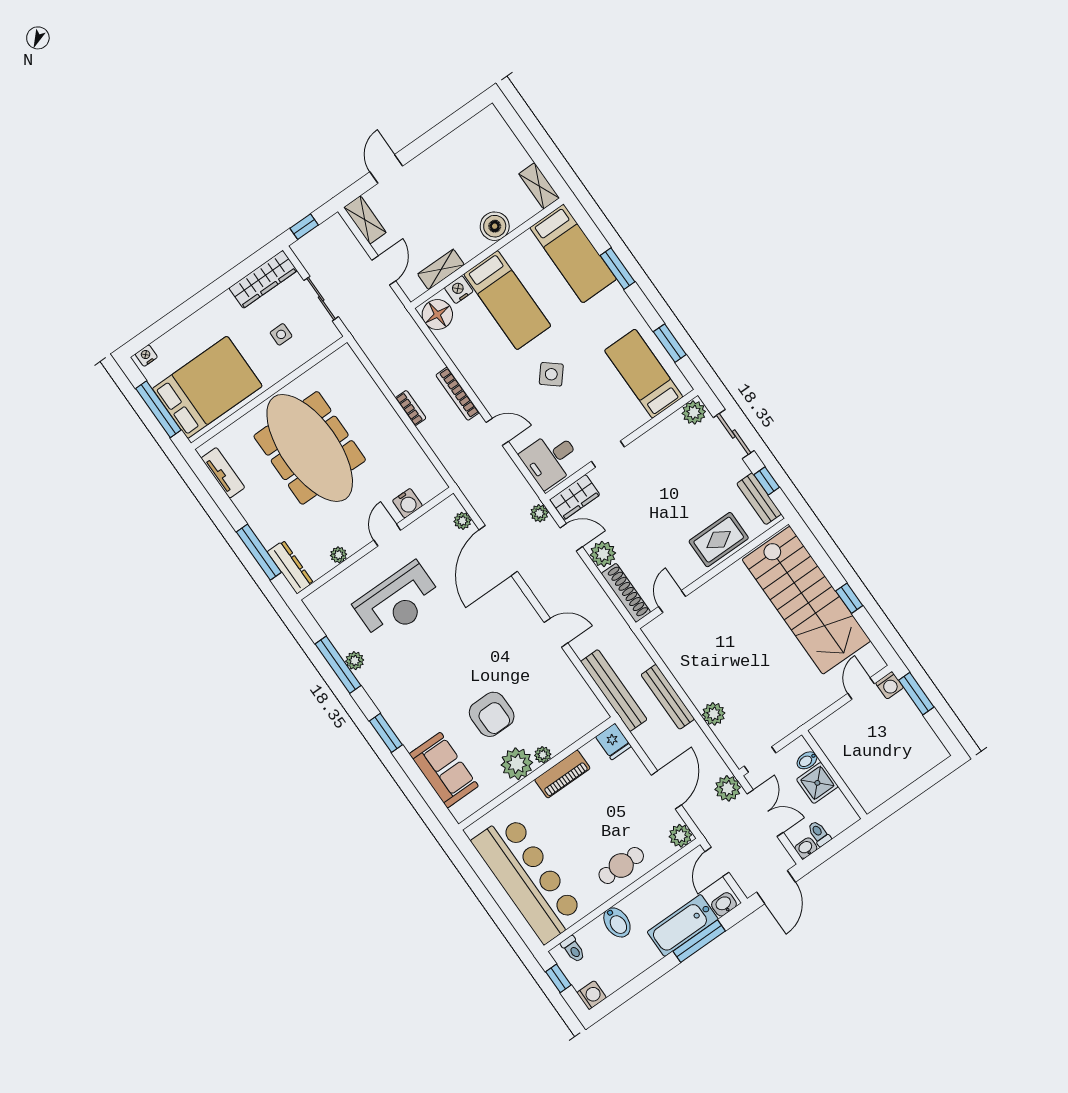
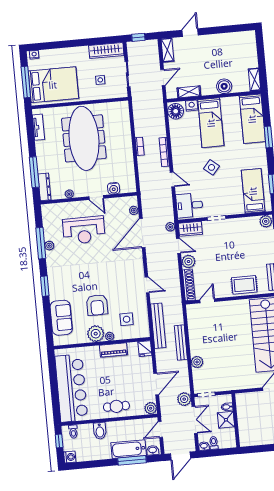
door: (387, 535) -> (96, 197), swing flipped
side table: (555, 710) -> (127, 319), added

